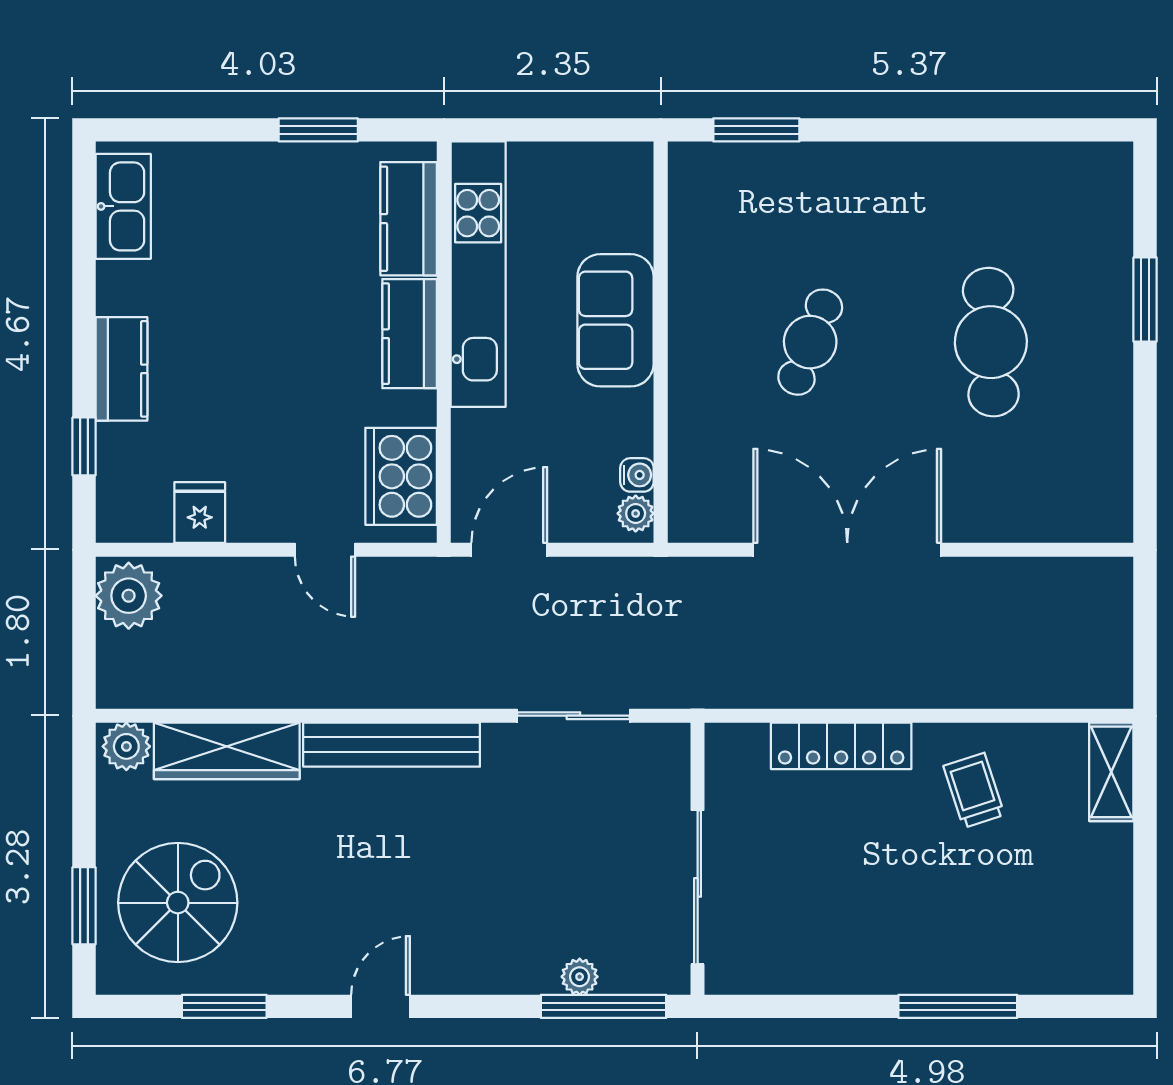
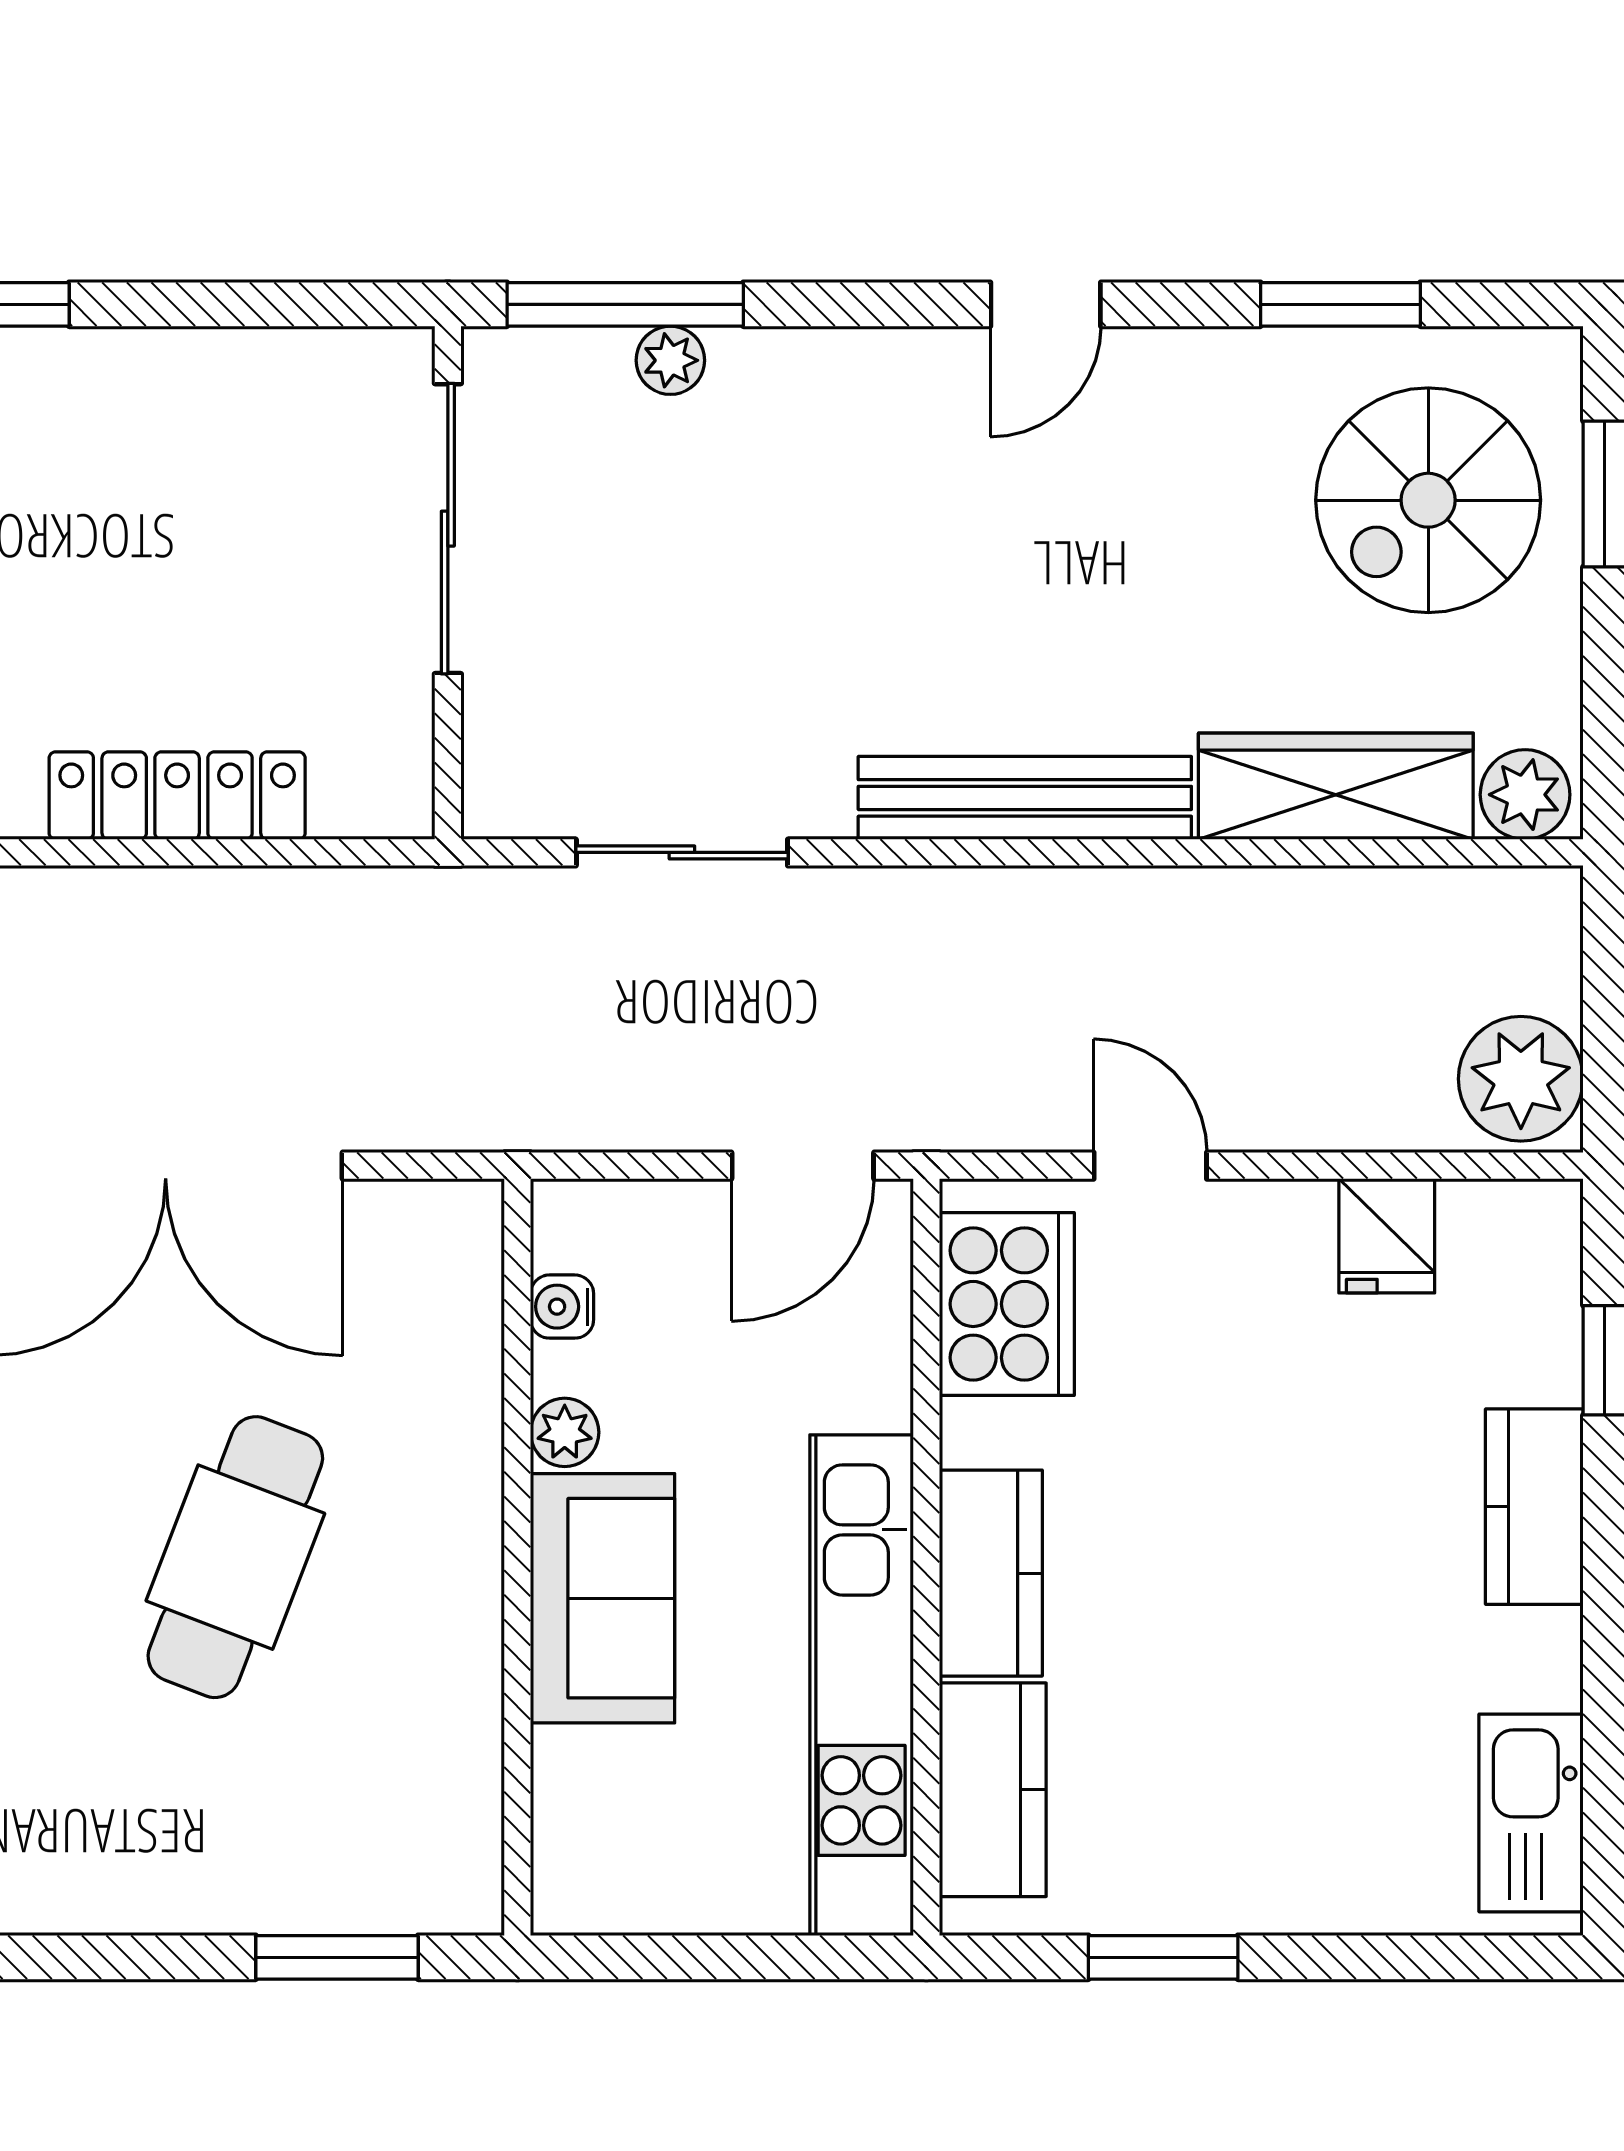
cafe table: (810, 342) -> (235, 1557), width x1.37, depth x1.35
plant: (636, 513) -> (565, 1432), moved

